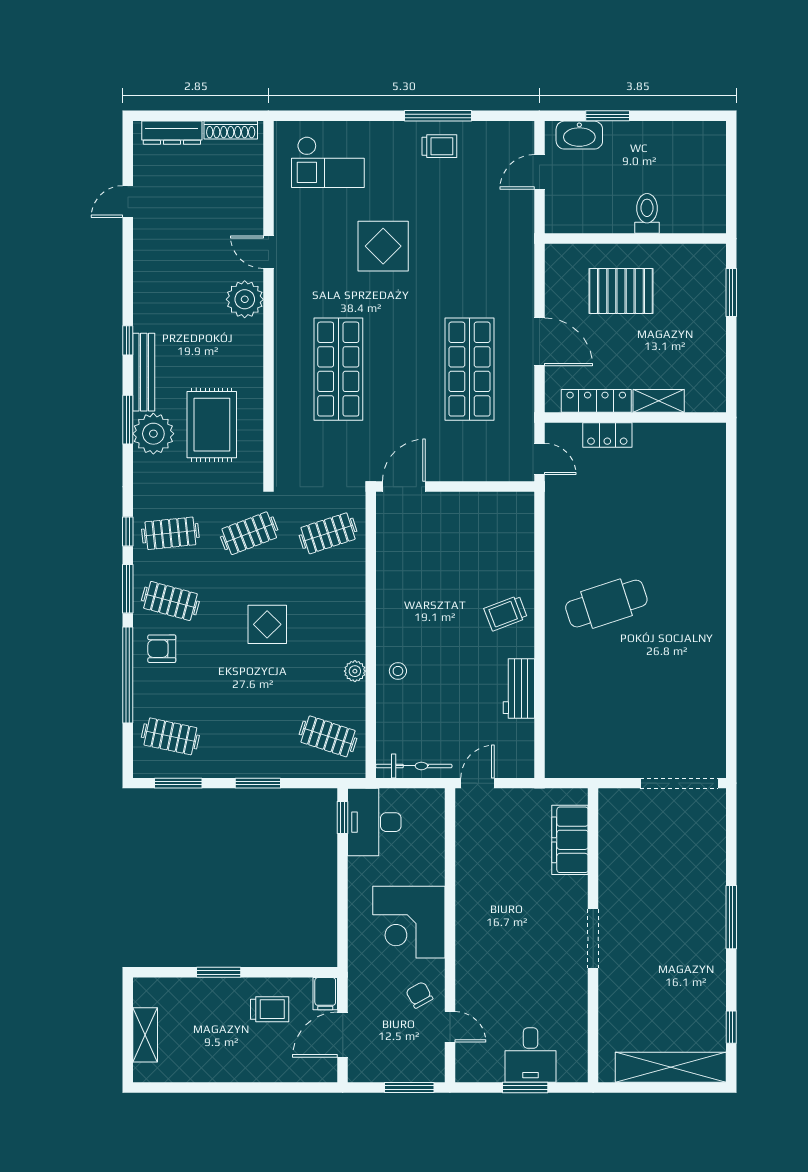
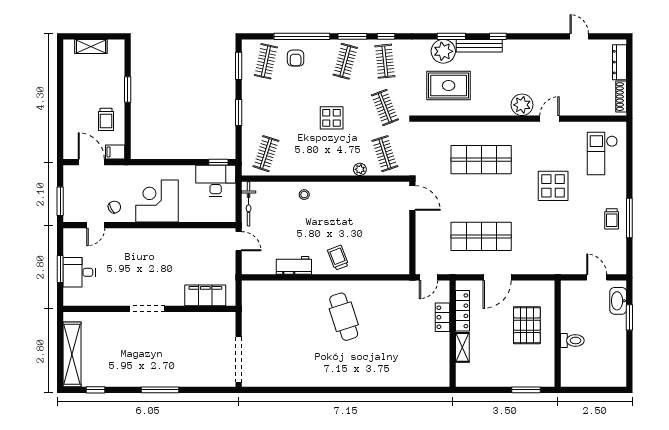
armchair: (162, 649) -> (296, 58), moved, turned 180
plant: (355, 671) -> (360, 169), moved

